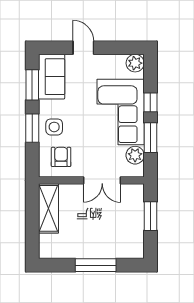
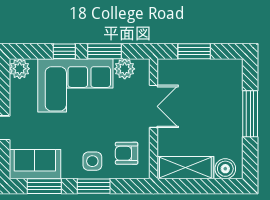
boiler: (48, 243) -> (225, 169), added

